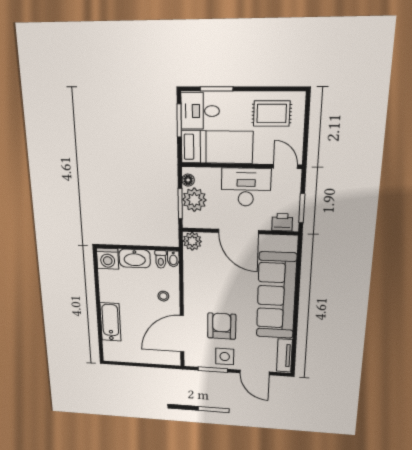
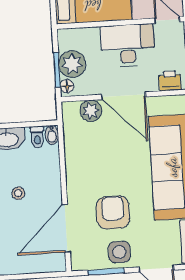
floor lamp: (188, 180) -> (67, 86), moved
plant: (192, 241) -> (91, 111), moved
stool: (163, 296) -> (18, 193), moved

